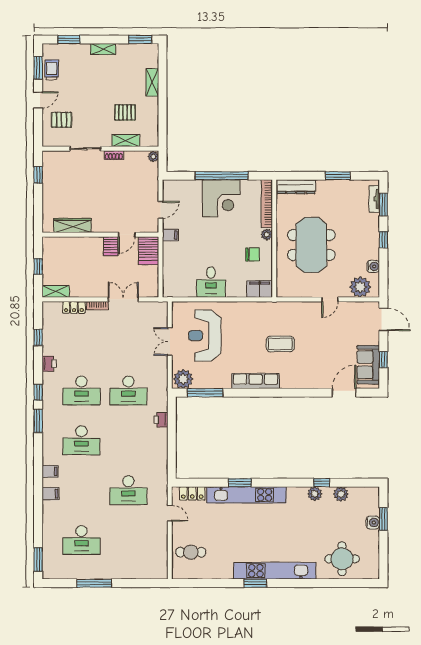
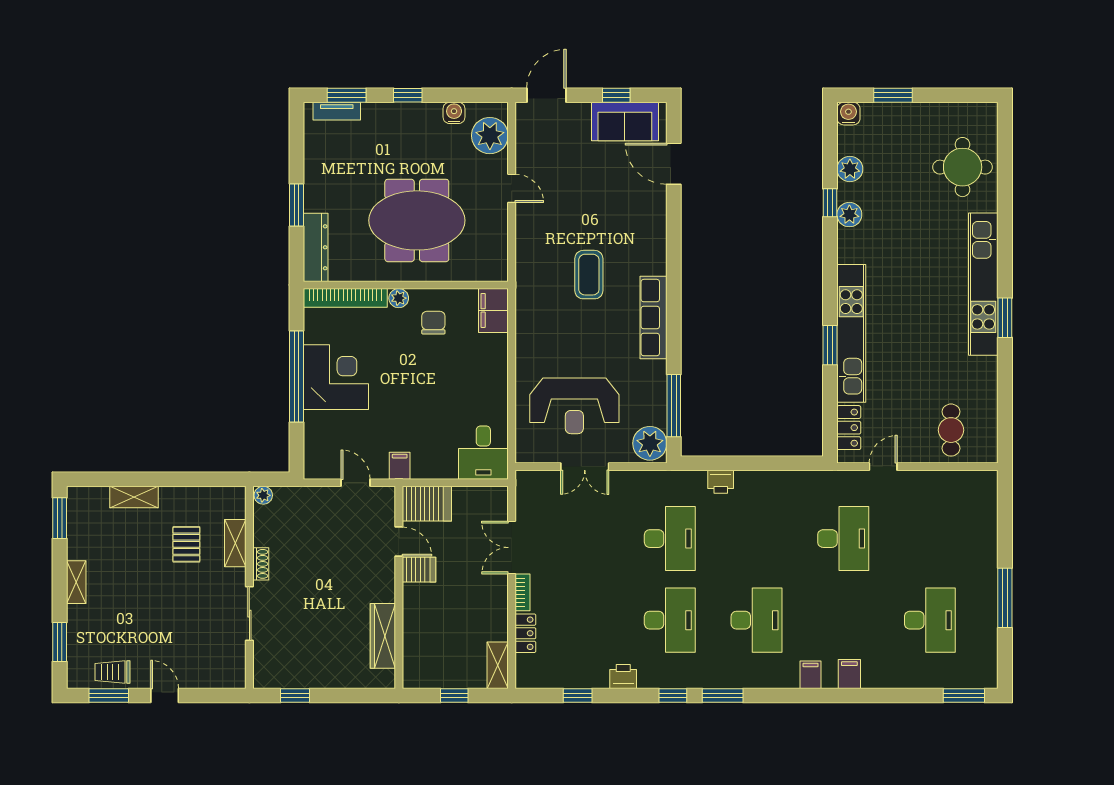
pallet: (61, 120) -> (199, 655), removed
window: (338, 176) -> (297, 205), moved
desk: (211, 282) -> (483, 453), moved, turned 90
water cooler: (373, 523) -> (848, 114), moved

